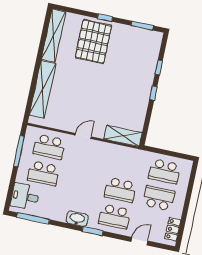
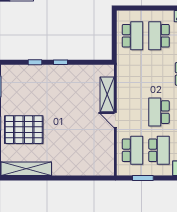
shelving: (43, 89) -> (79, 168), removed
shelving: (123, 136) -> (107, 94), moved
window: (19, 151) -> (143, 178), width x0.69
school desk: (120, 190) -> (159, 112), moved, turned 180

